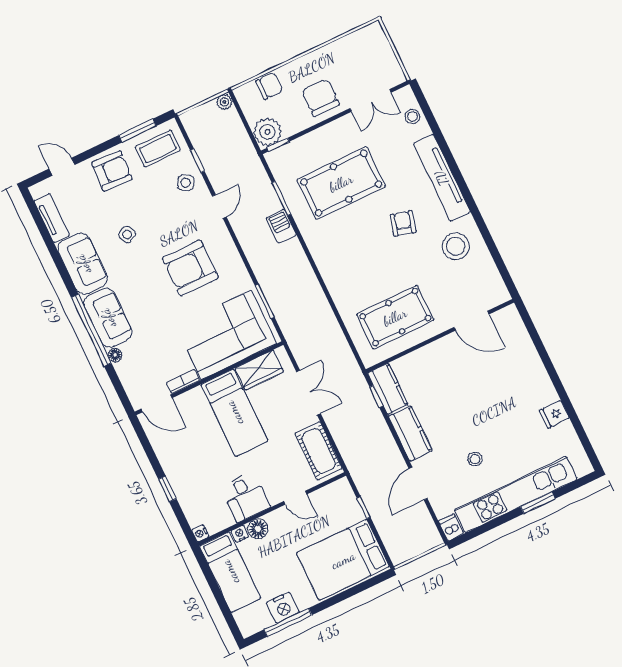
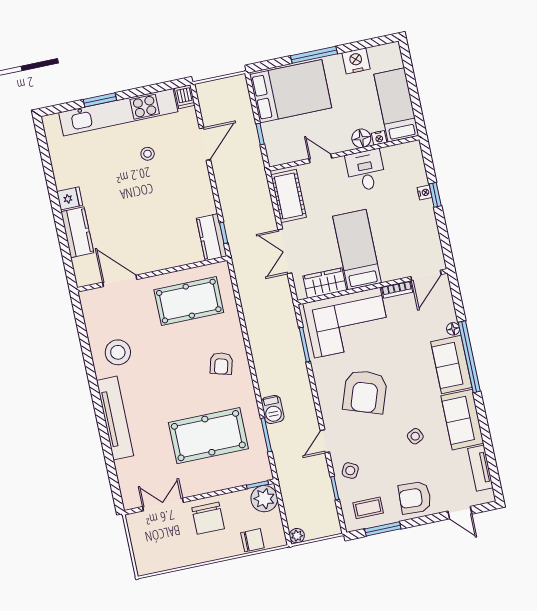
chair: (269, 86) -> (252, 540), turned 180
stool: (413, 117) -> (128, 480), removed
coffee table: (158, 149) -> (368, 508), width x0.73, depth x0.77
armchair: (403, 223) -> (221, 364), moved
armchair: (190, 268) -> (365, 392), turned 109
door: (157, 403) -> (426, 275), swing flipped
fridge: (554, 414) -> (70, 198), moved
kitchen counter: (410, 434) -> (77, 232), moved, turned 180
nightstand: (200, 533) -> (425, 193), moved
window: (288, 622) -> (314, 55), moved

